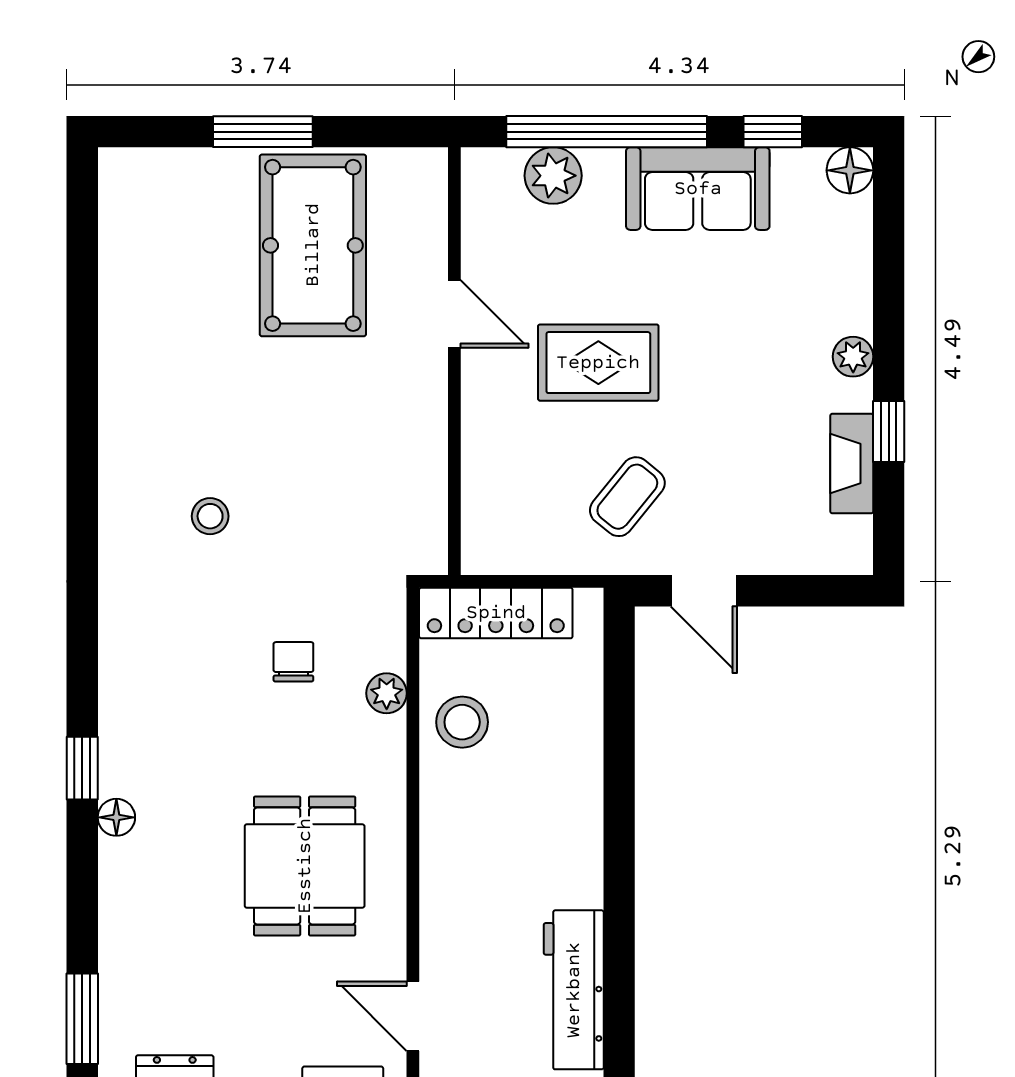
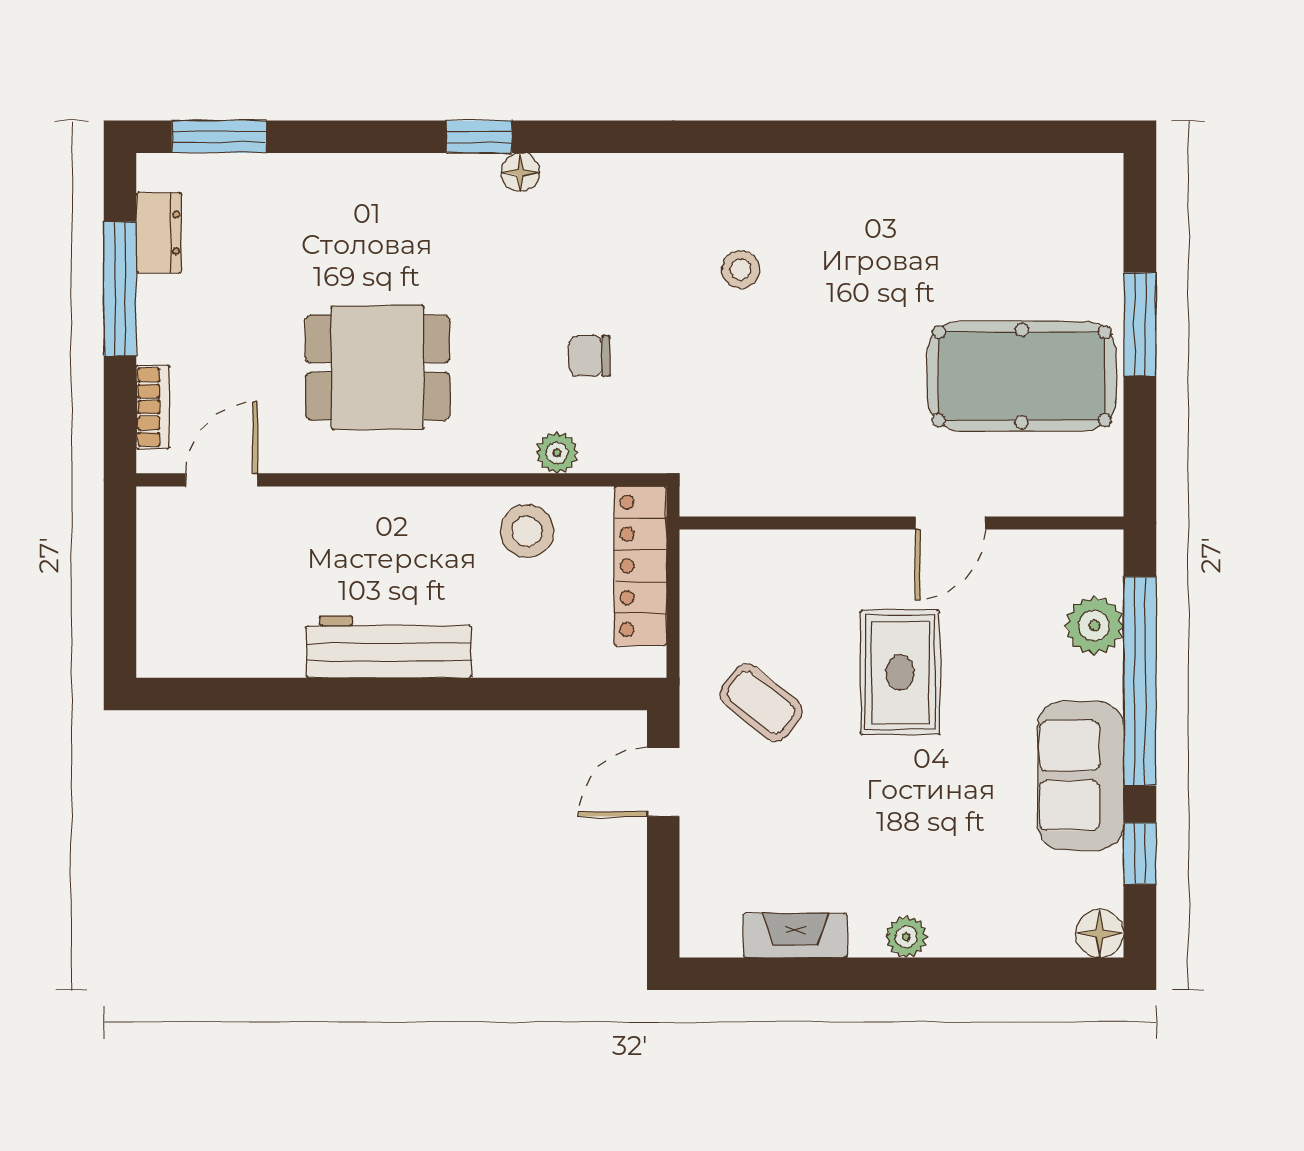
window: (889, 432) -> (829, 974), removed
chair: (293, 662) -> (590, 356), turned 180
floor lamp: (116, 817) -> (520, 172), moved
workbench: (574, 990) -> (389, 647), moved

